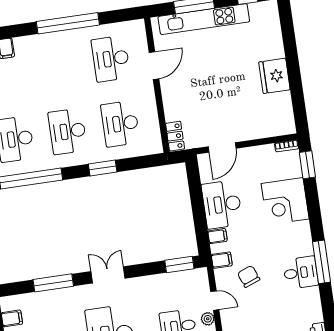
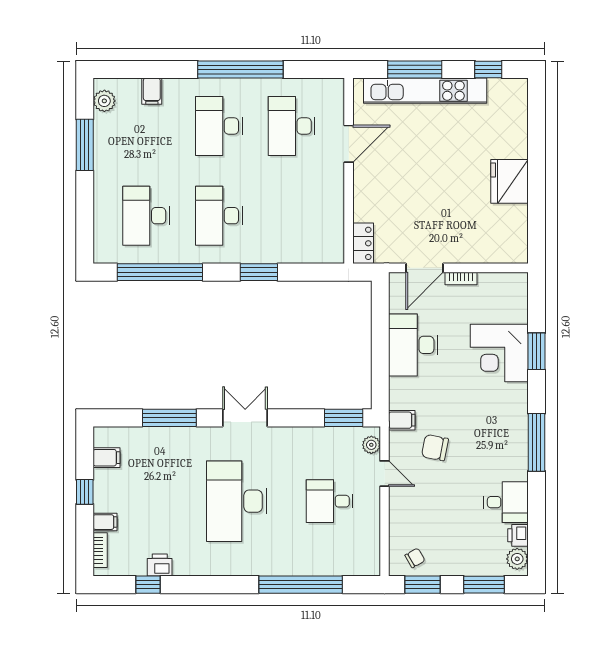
desk: (120, 124) -> (219, 126), moved
bookcase: (287, 146) -> (461, 279), moved
window: (307, 165) -> (536, 351), moved
filing cabinet: (218, 236) -> (401, 387), removed
desk: (301, 273) -> (506, 502), moved
chair: (249, 276) -> (435, 448), turned -58
plant: (208, 319) -> (371, 445), moved

